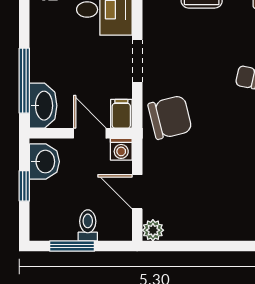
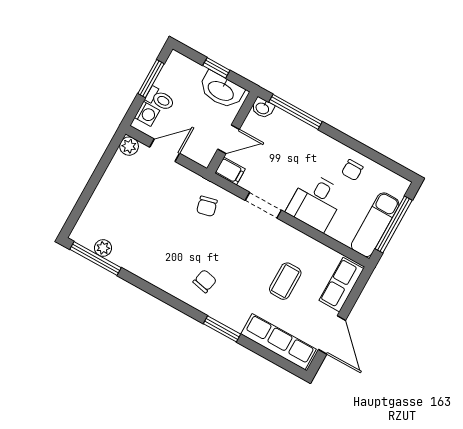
washbasin: (43, 106) -> (263, 108), width x0.52, depth x0.69
chair: (170, 117) -> (207, 206), width x0.54, depth x0.54
washing machine: (121, 149) -> (147, 114), moved, turned 180
washbasin: (44, 162) -> (221, 90), width x1.38

